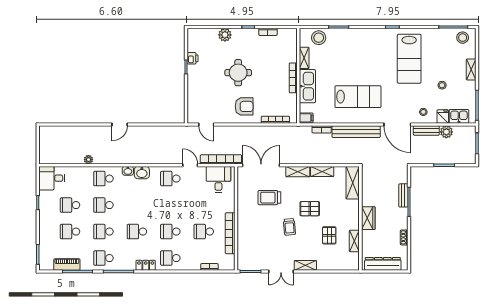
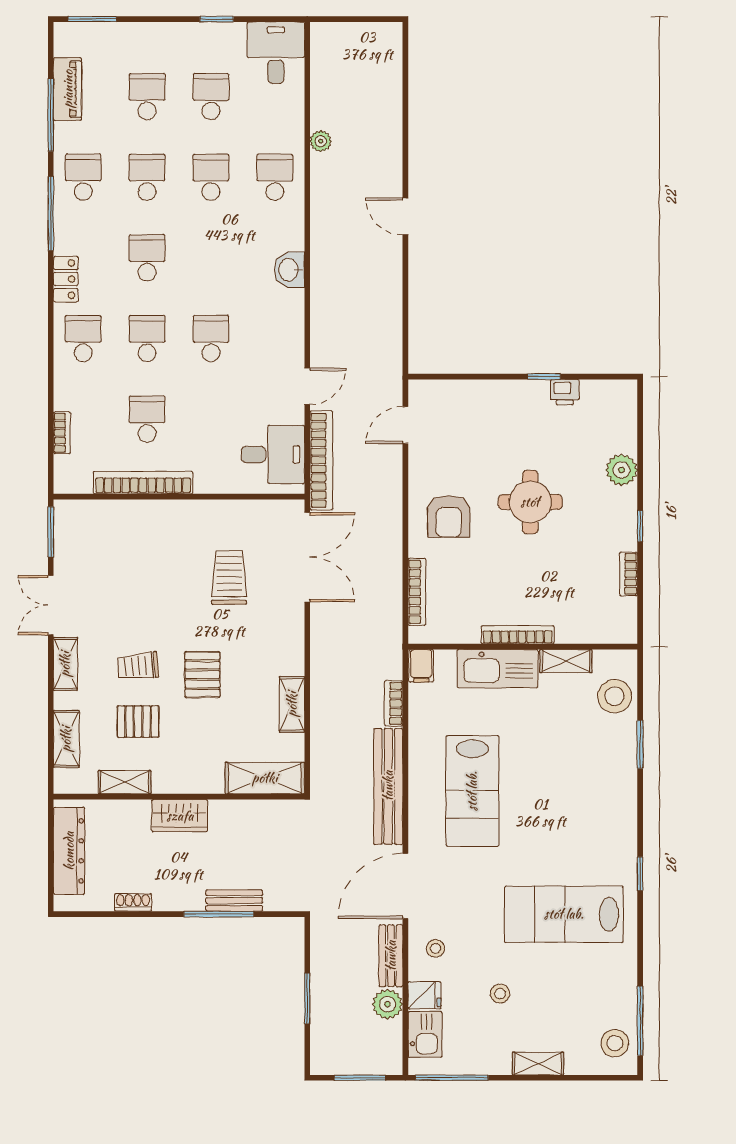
washbasin: (128, 171) -> (294, 236), removed
shelving: (298, 172) -> (66, 739), moved
school desk: (170, 179) -> (211, 338), moved
trolley: (289, 227) -> (138, 666), moved

